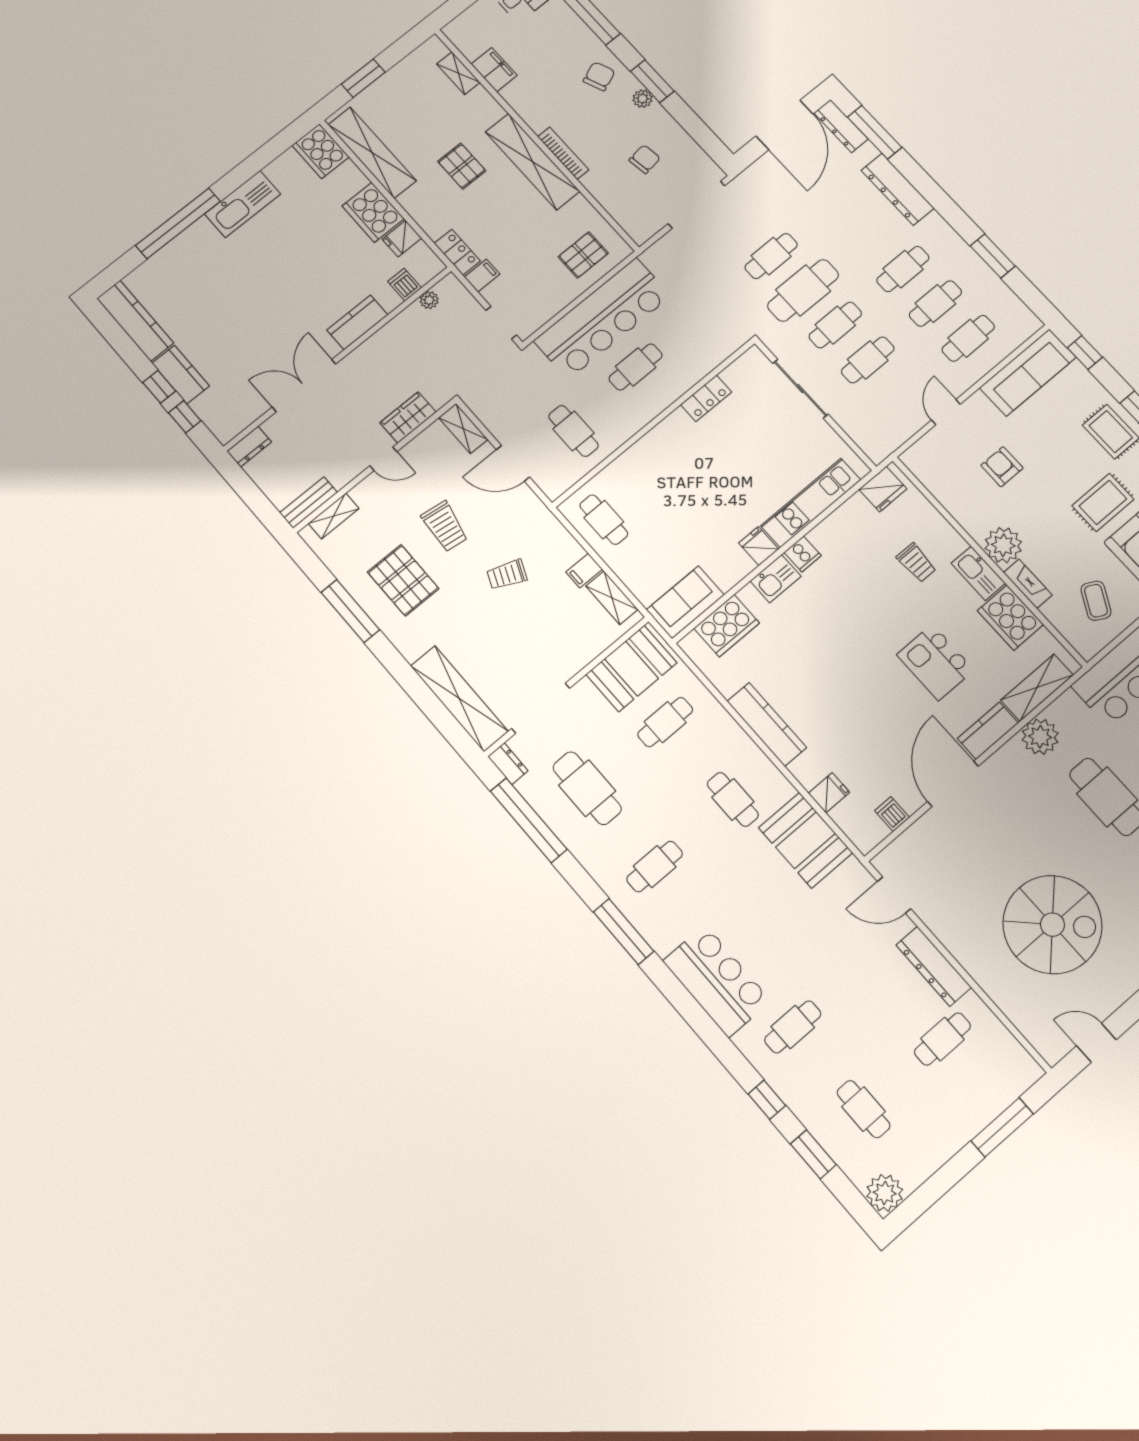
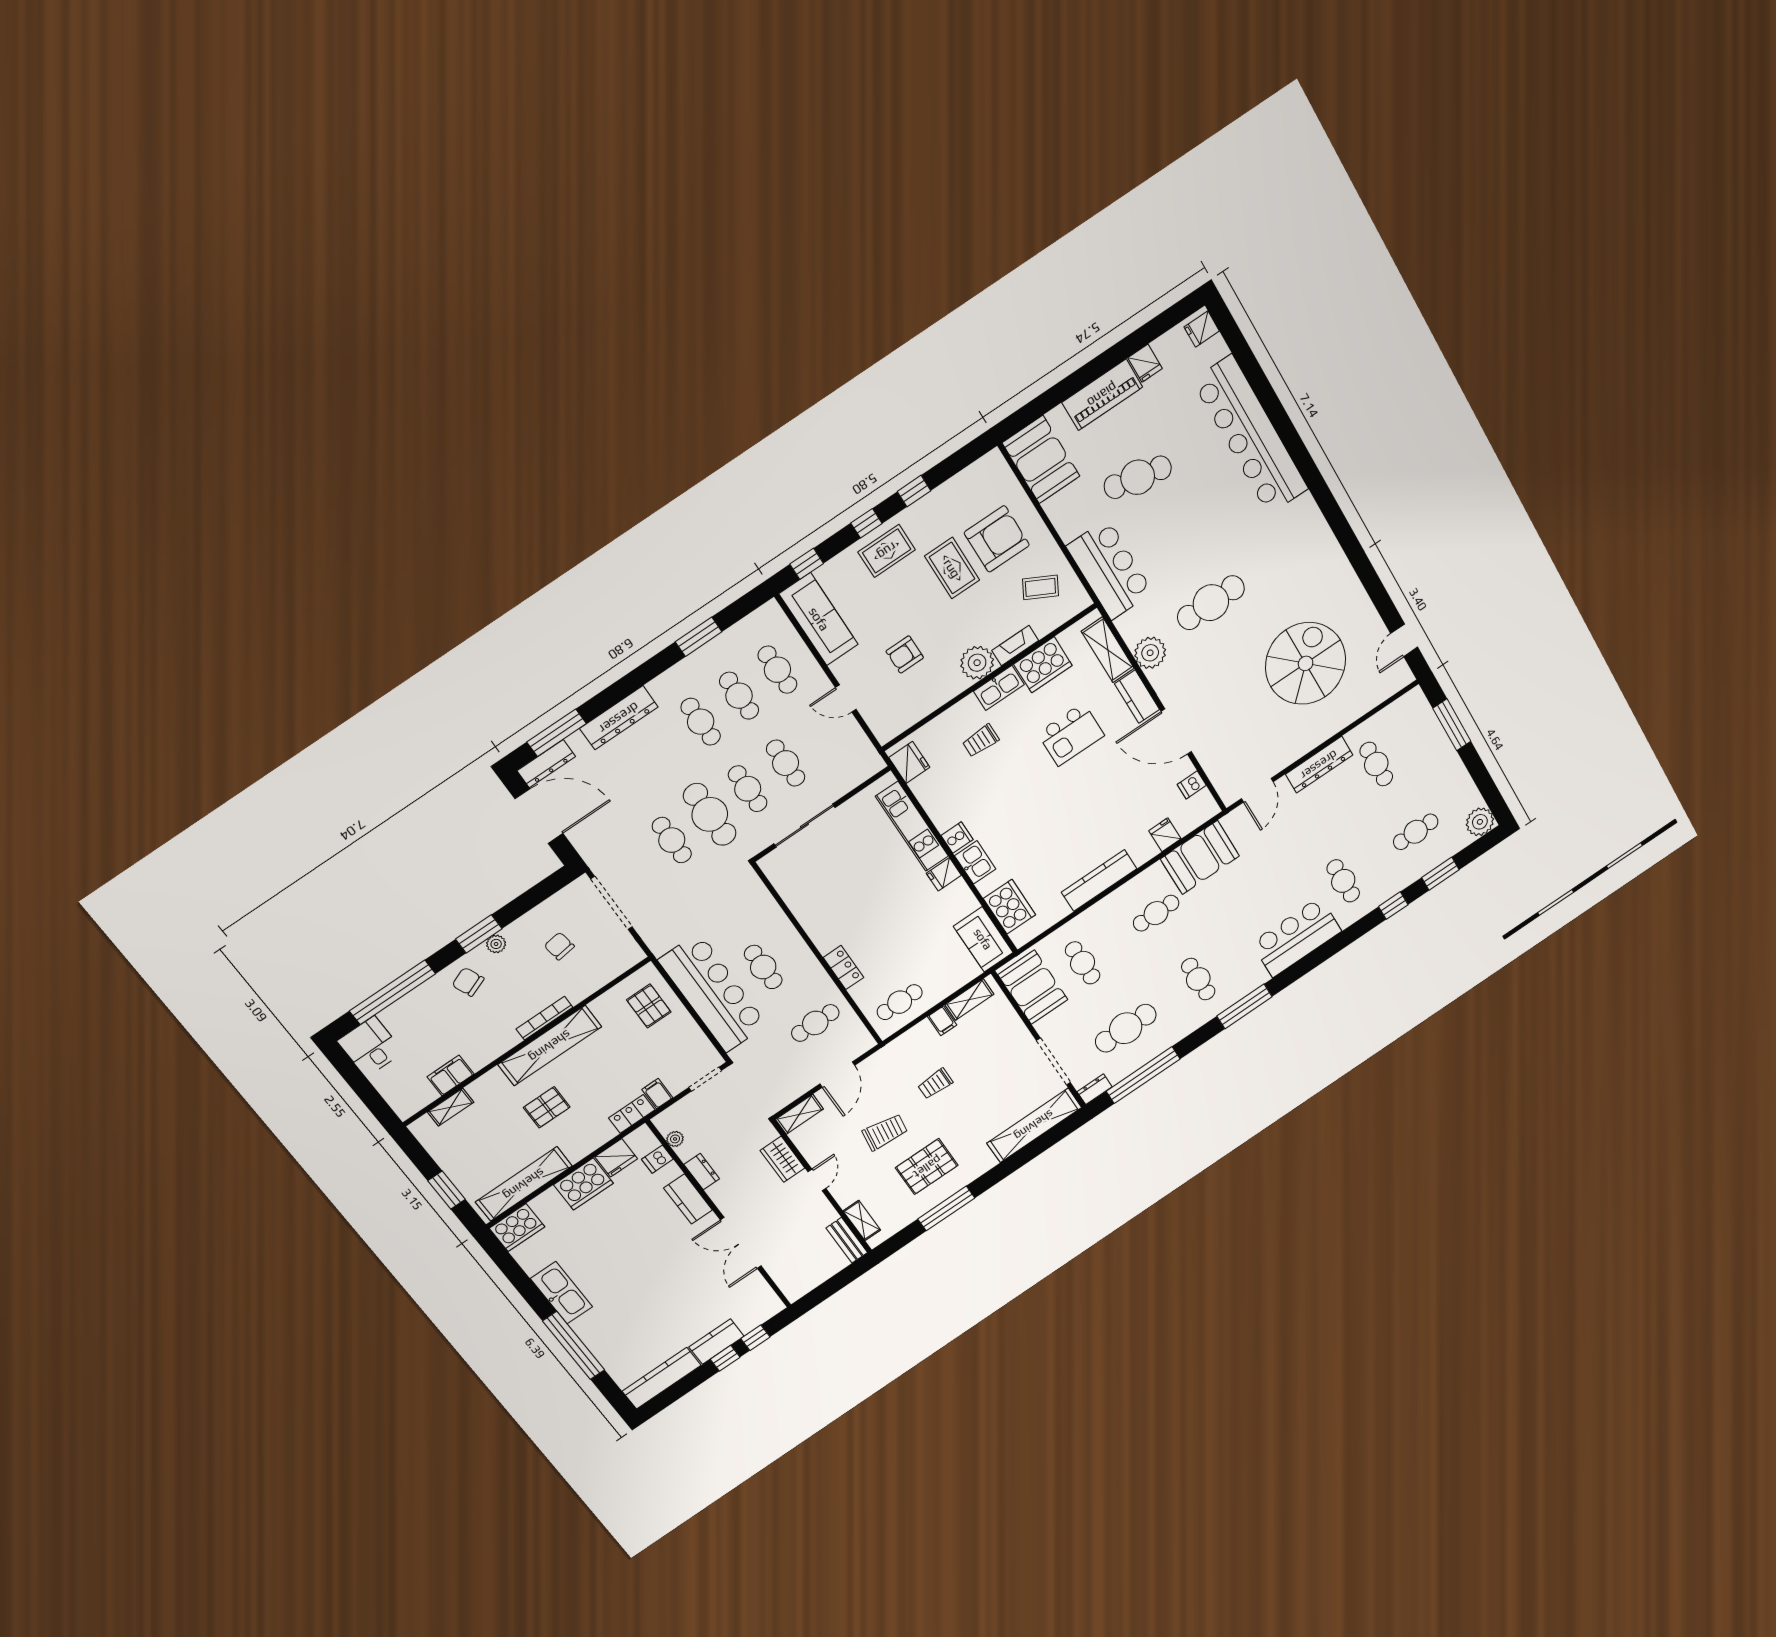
fridge: (402, 239) -> (616, 1158), width x1.38
locker: (706, 398) -> (843, 968), moved
dresser: (249, 447) -> (702, 1172), moved
trolley: (916, 563) -> (981, 741), turned 180
trolley: (507, 575) -> (935, 1084), turned 67

